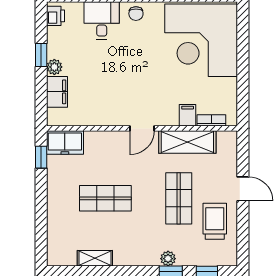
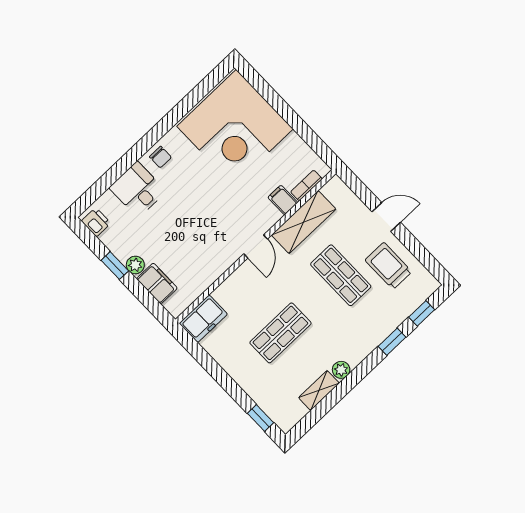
window: (41, 157) -> (261, 418), moved
plant: (168, 259) -> (341, 370), moved

